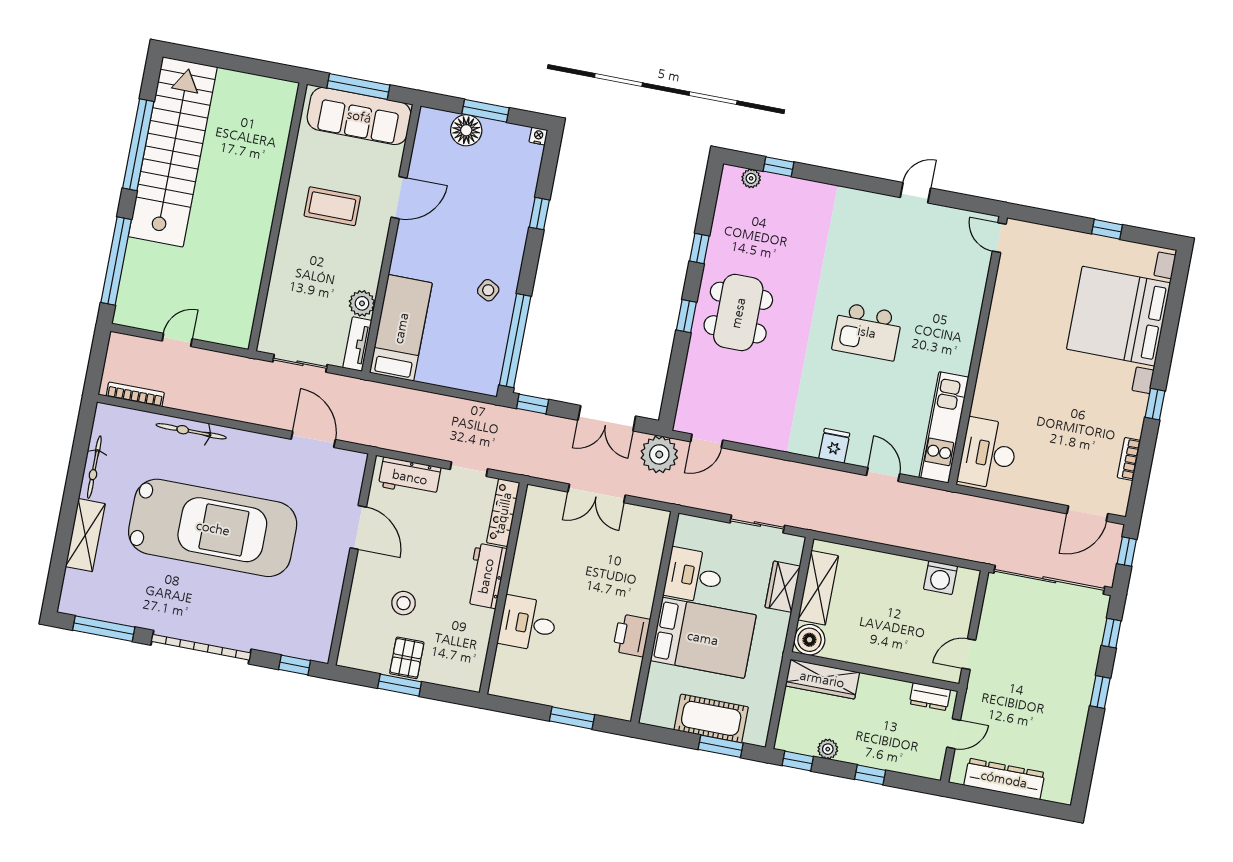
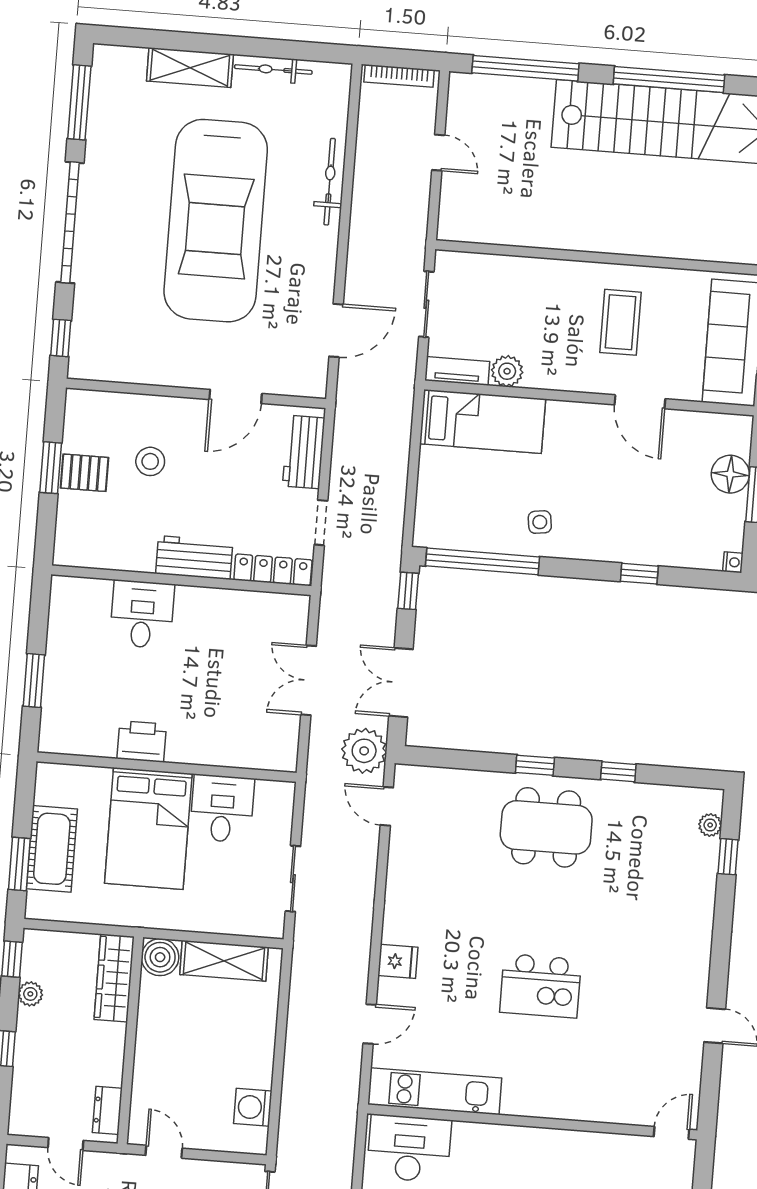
side table: (488, 290) -> (540, 522), turned -36
kitchen island: (867, 332) -> (540, 986), turned -90
bookcase: (135, 394) -> (399, 76), moved, turned 90
wardrobe: (783, 587) -> (221, 918), removed

